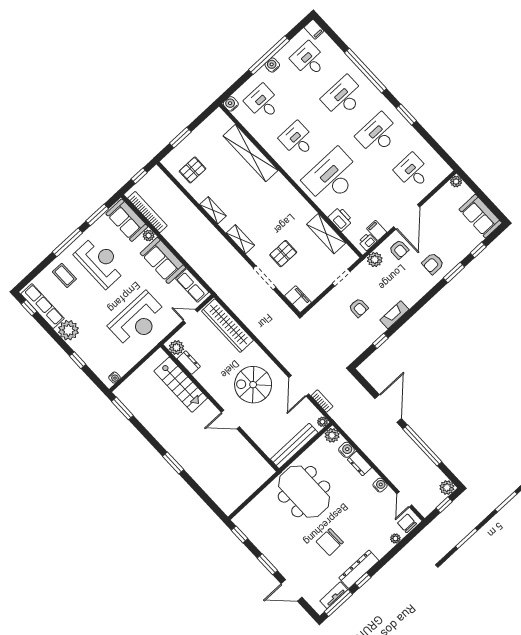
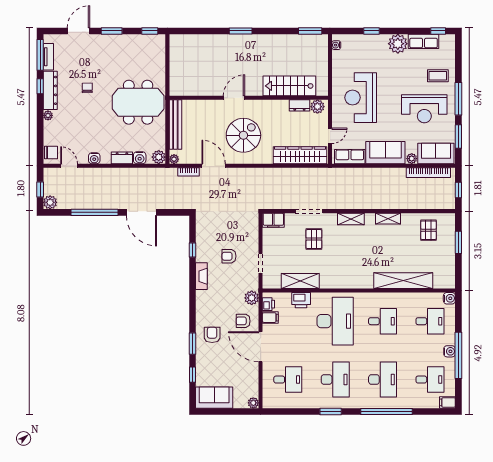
row of seats: (42, 306) -> (424, 41), width x0.68
plant: (395, 538) -> (48, 115), moved
chair: (330, 542) -> (87, 88), width x0.54, depth x0.54

